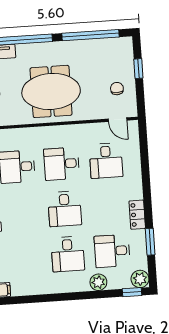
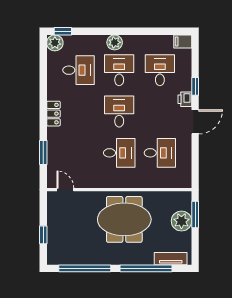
chair: (117, 89) -> (64, 218), removed
desk: (106, 161) -> (160, 70), moved
locker: (137, 215) -> (53, 114), moved
window: (150, 242) -> (43, 153), moved
plant: (98, 282) -> (115, 42), moved

